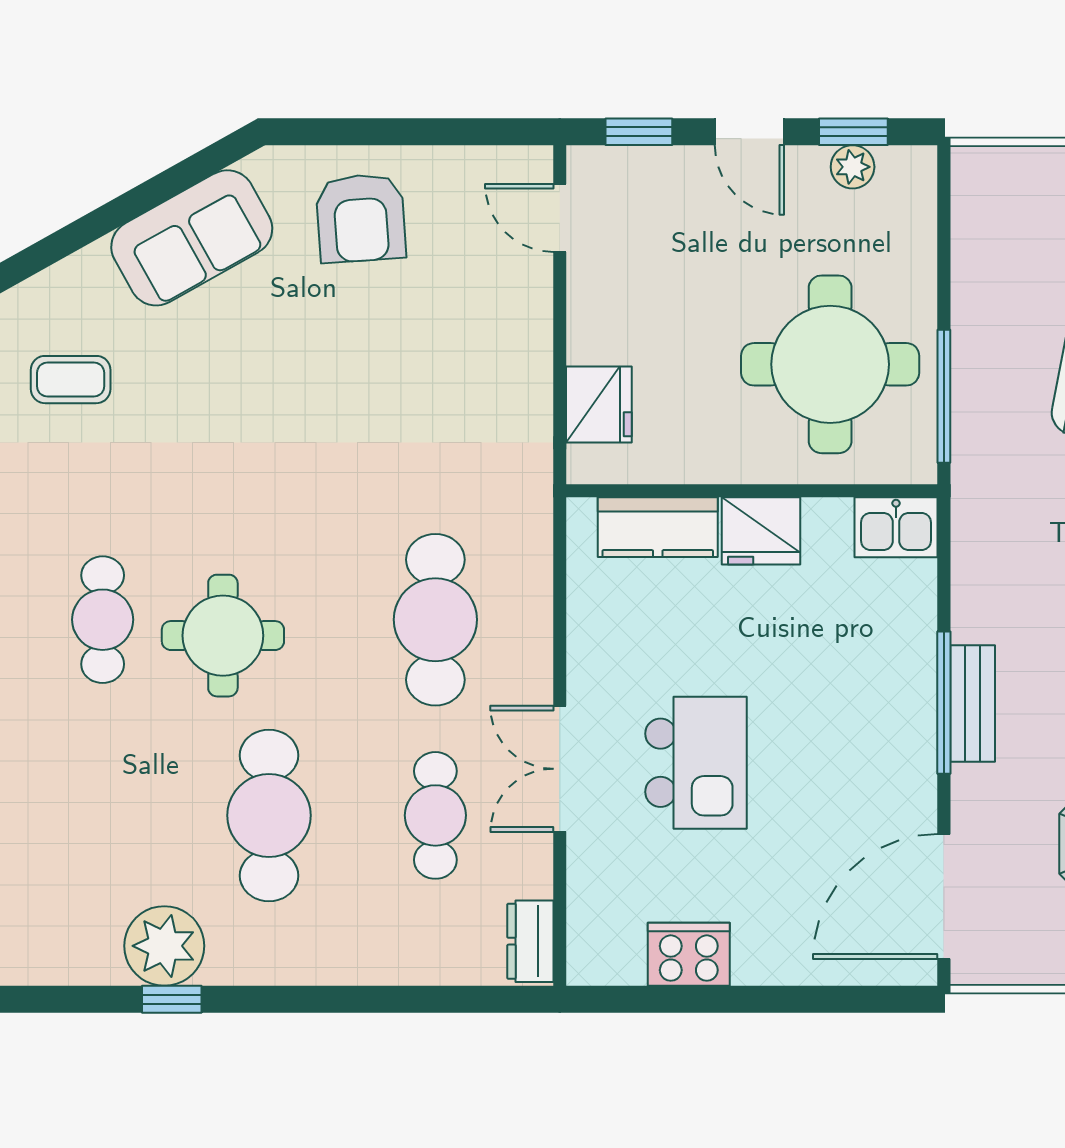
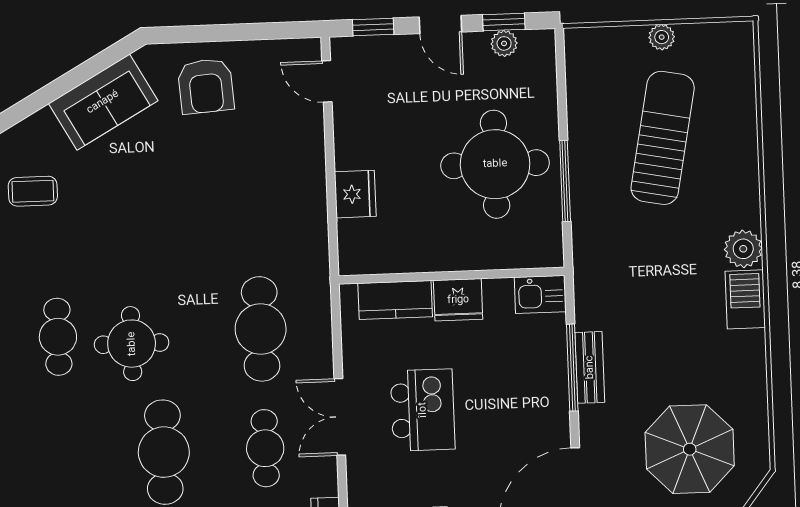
wall: (752, 491) -> (452, 276), moved
kitchen counter: (658, 527) -> (395, 300), moved
kitchen sink: (896, 527) -> (540, 294), moved
fridge: (761, 531) -> (458, 300), moved

